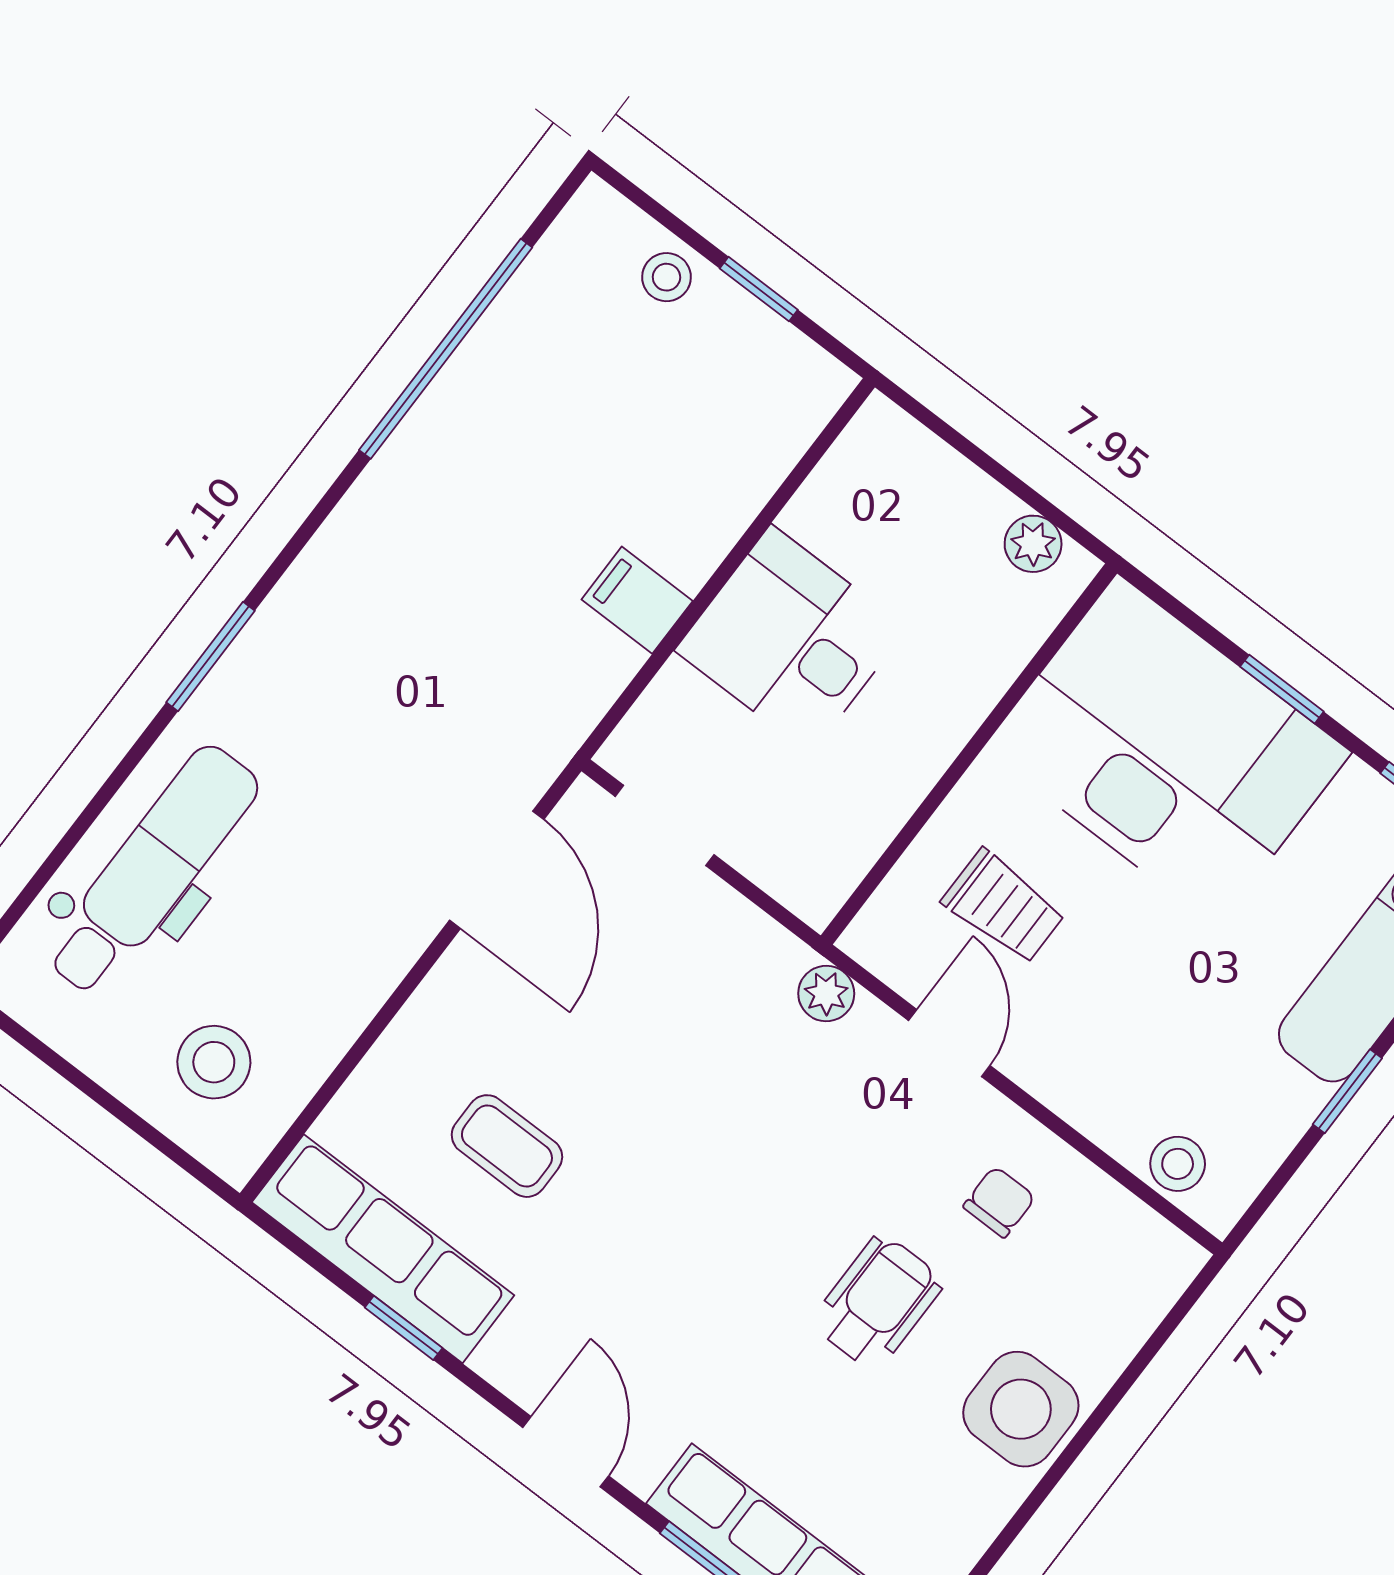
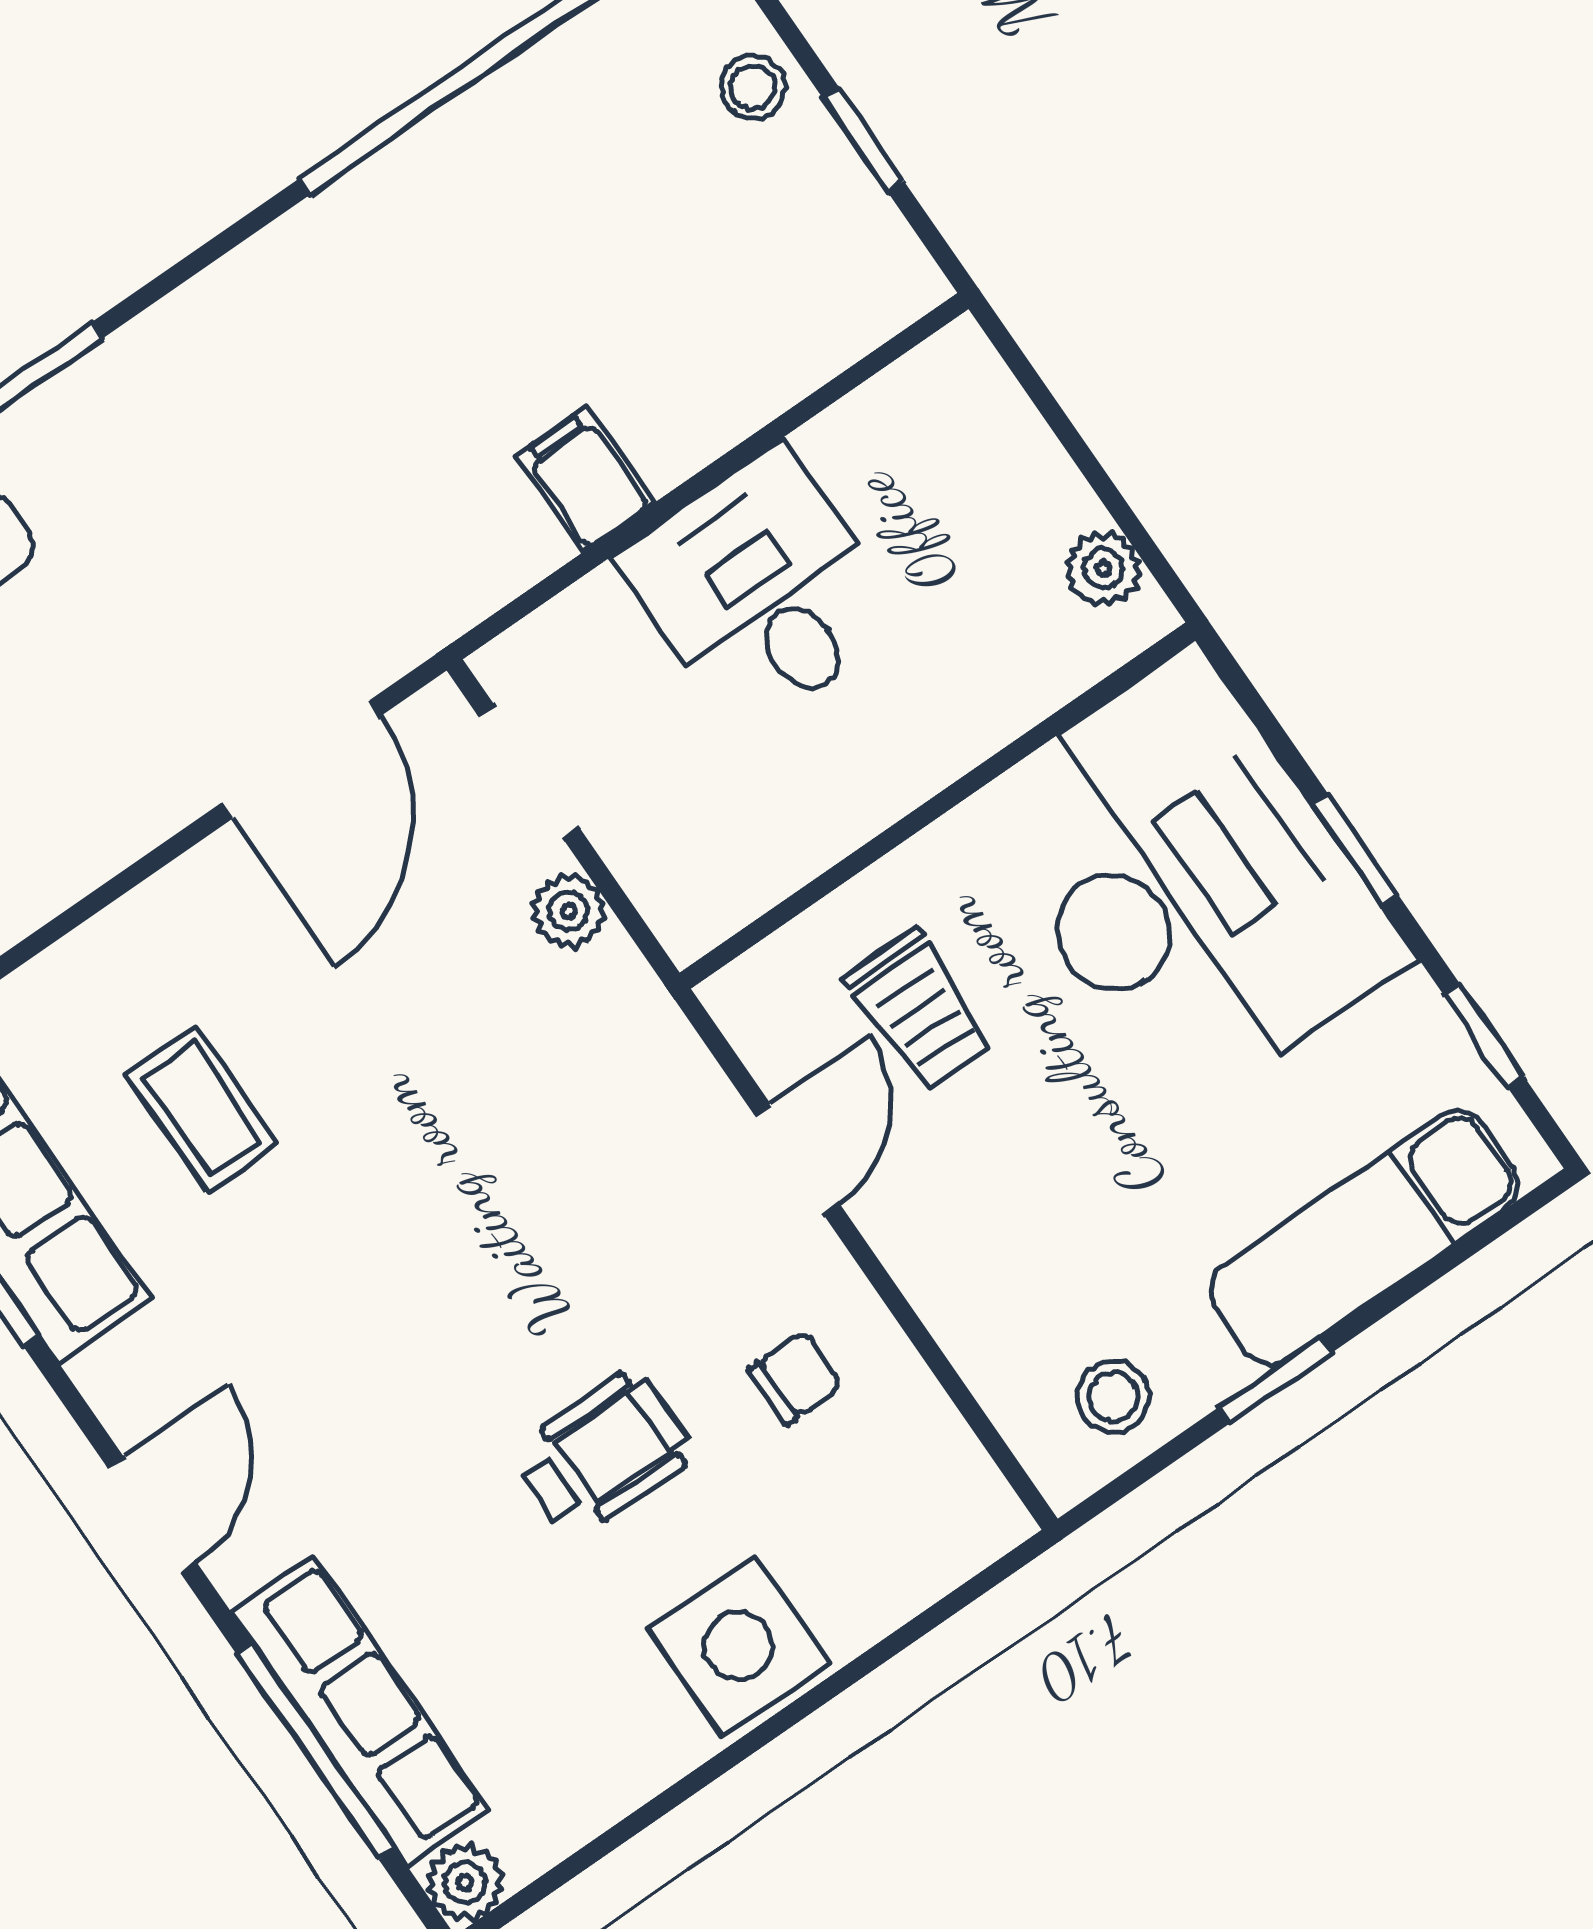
plant: (826, 994) -> (568, 911), moved
stool: (1178, 1164) -> (1113, 1397), moved

